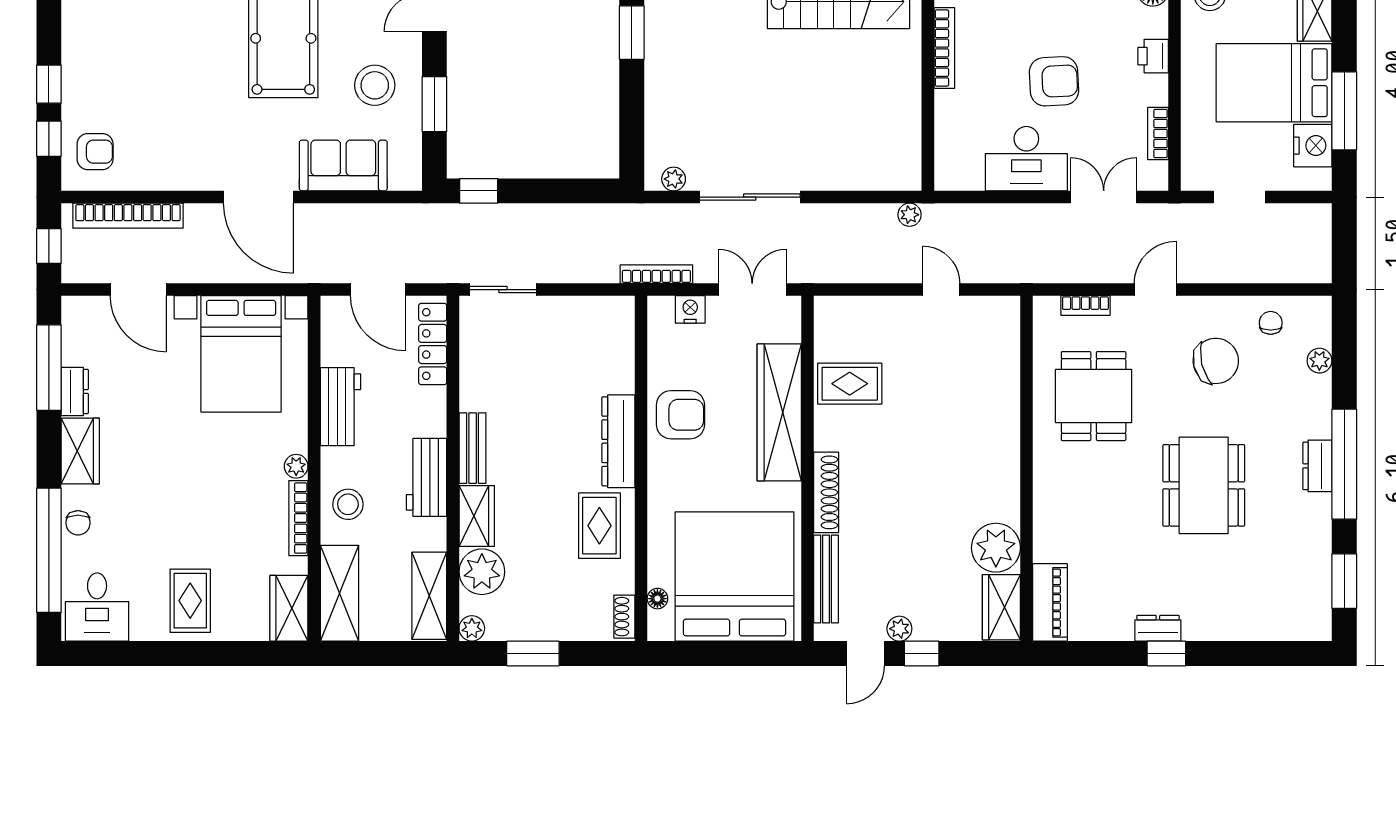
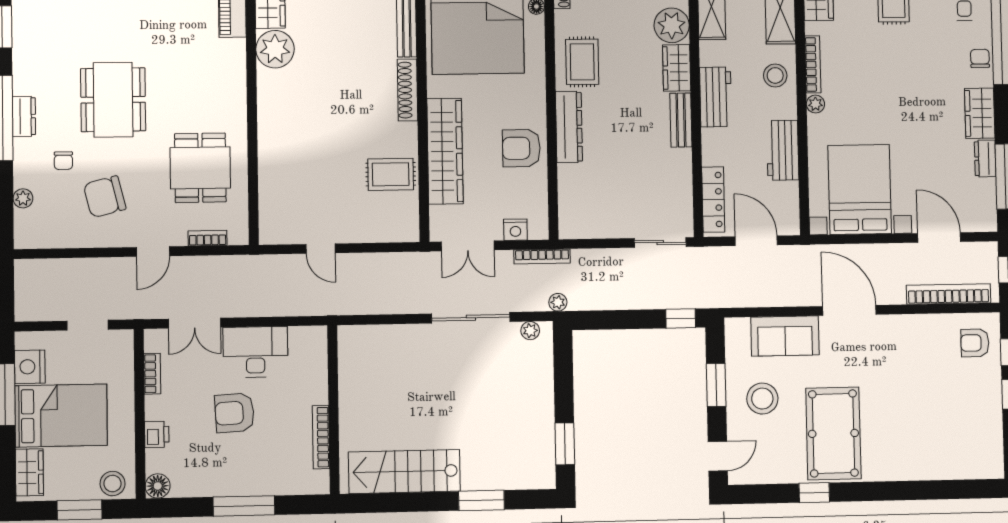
plant: (910, 215) -> (558, 302), moved
chair: (1271, 323) -> (63, 161), moved

